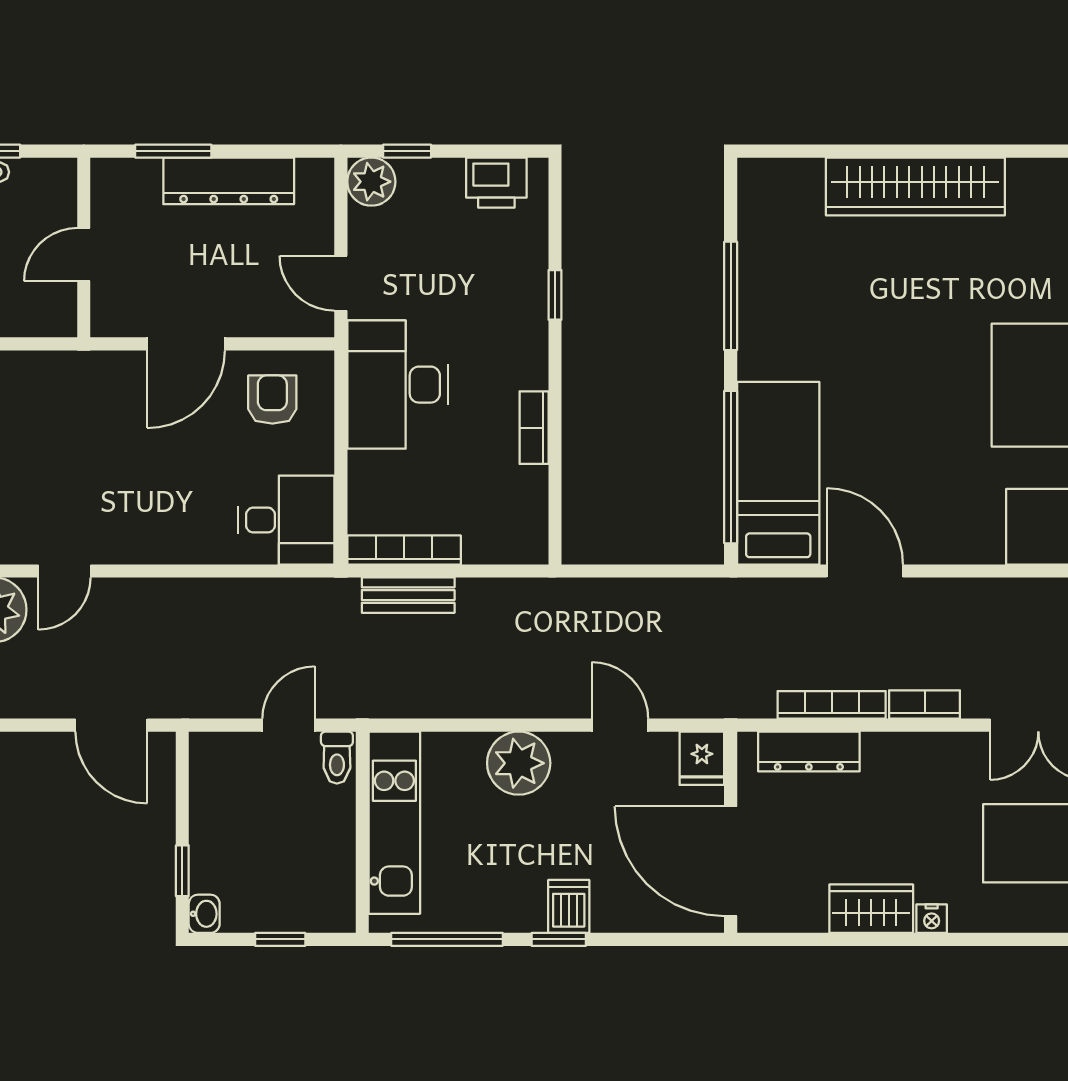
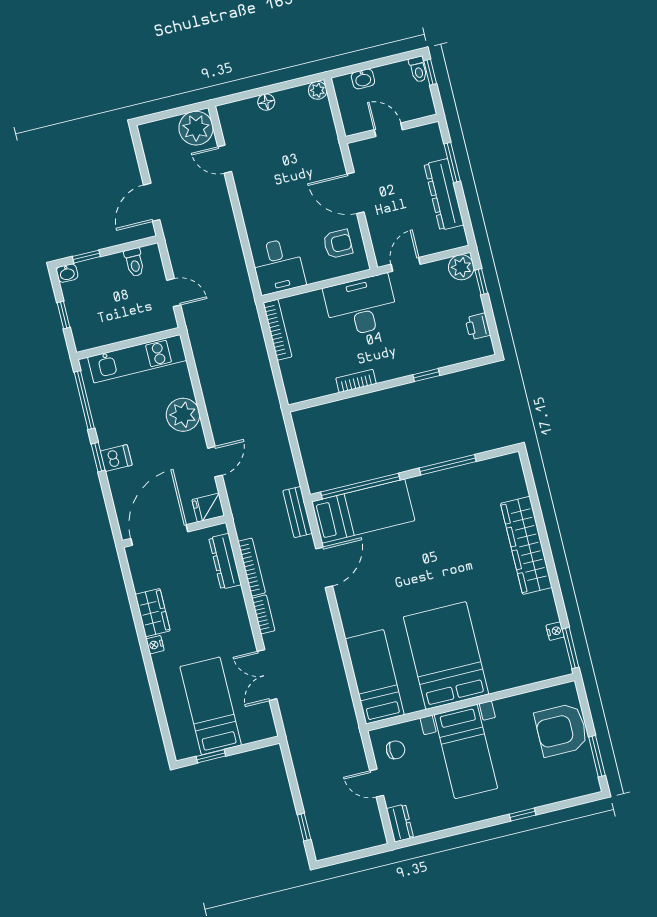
printer: (496, 183) -> (478, 326), width x0.73, depth x0.81
bench: (408, 595) -> (298, 512), moved
toilet: (337, 758) -> (134, 262), moved, turned -90

